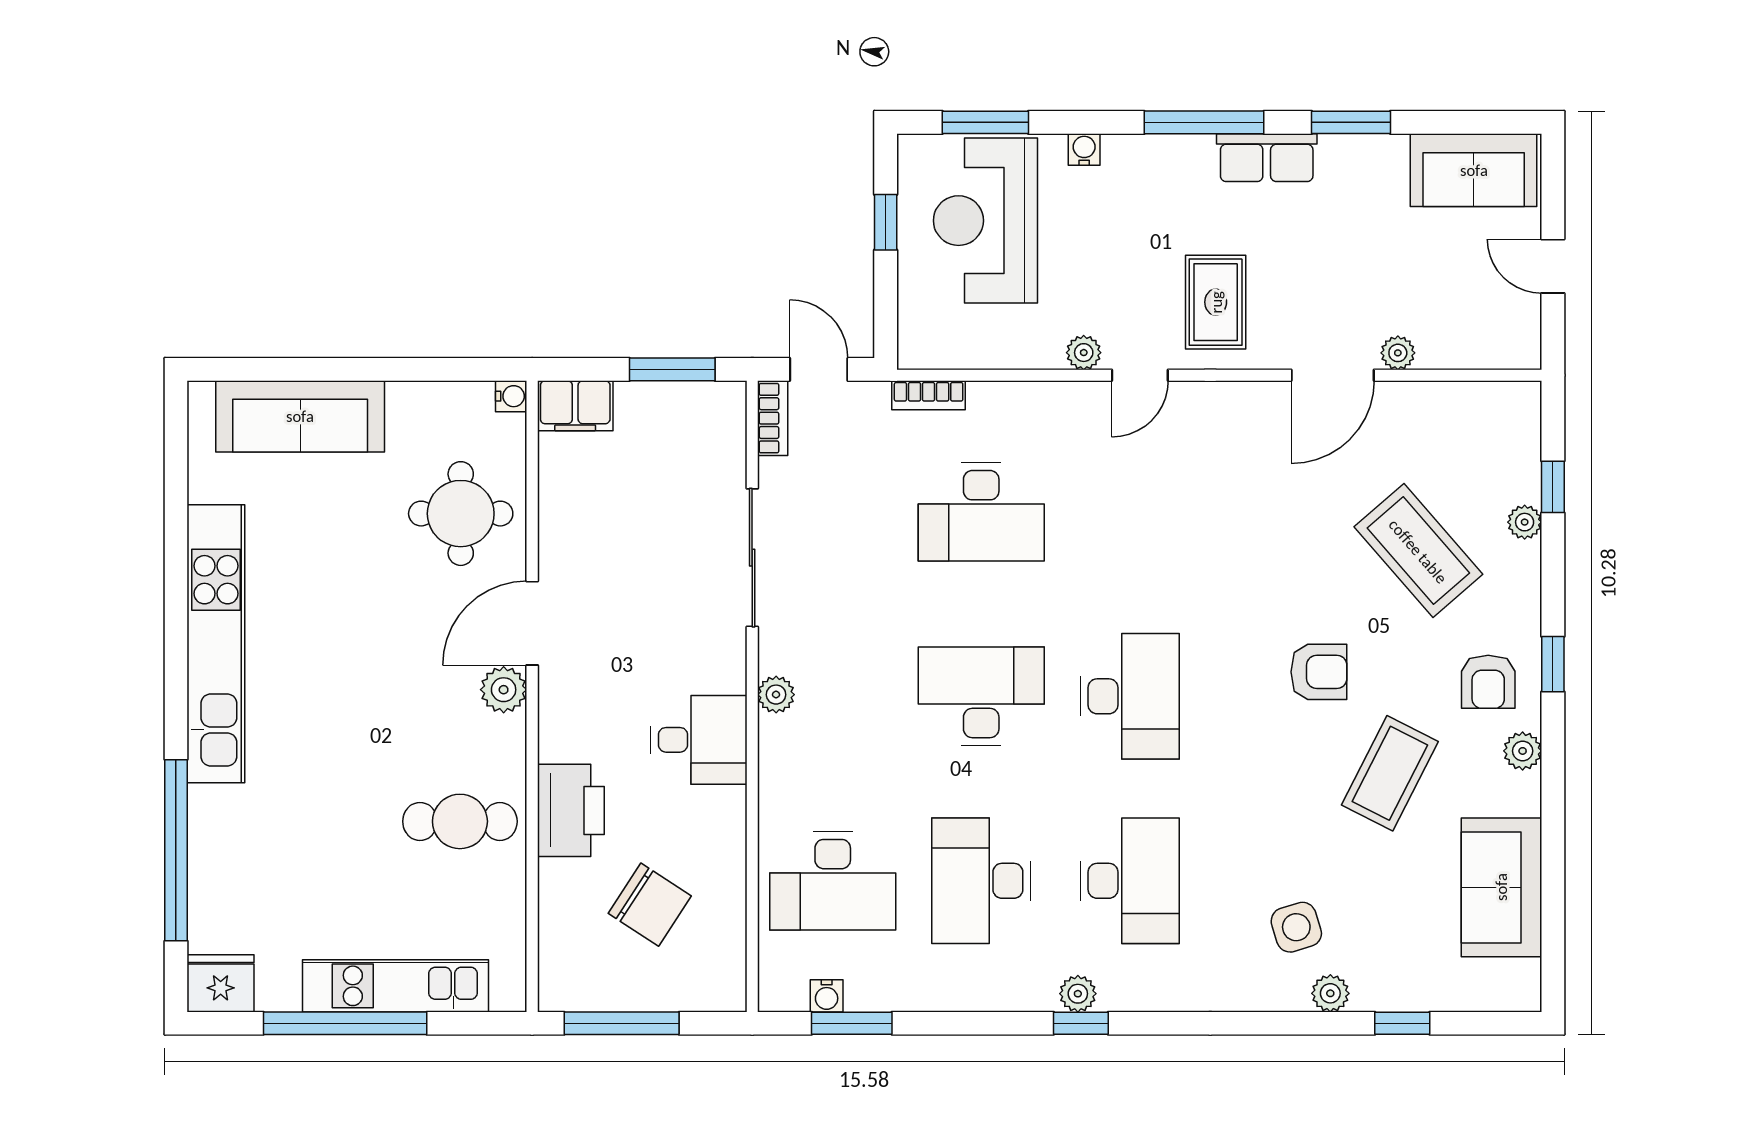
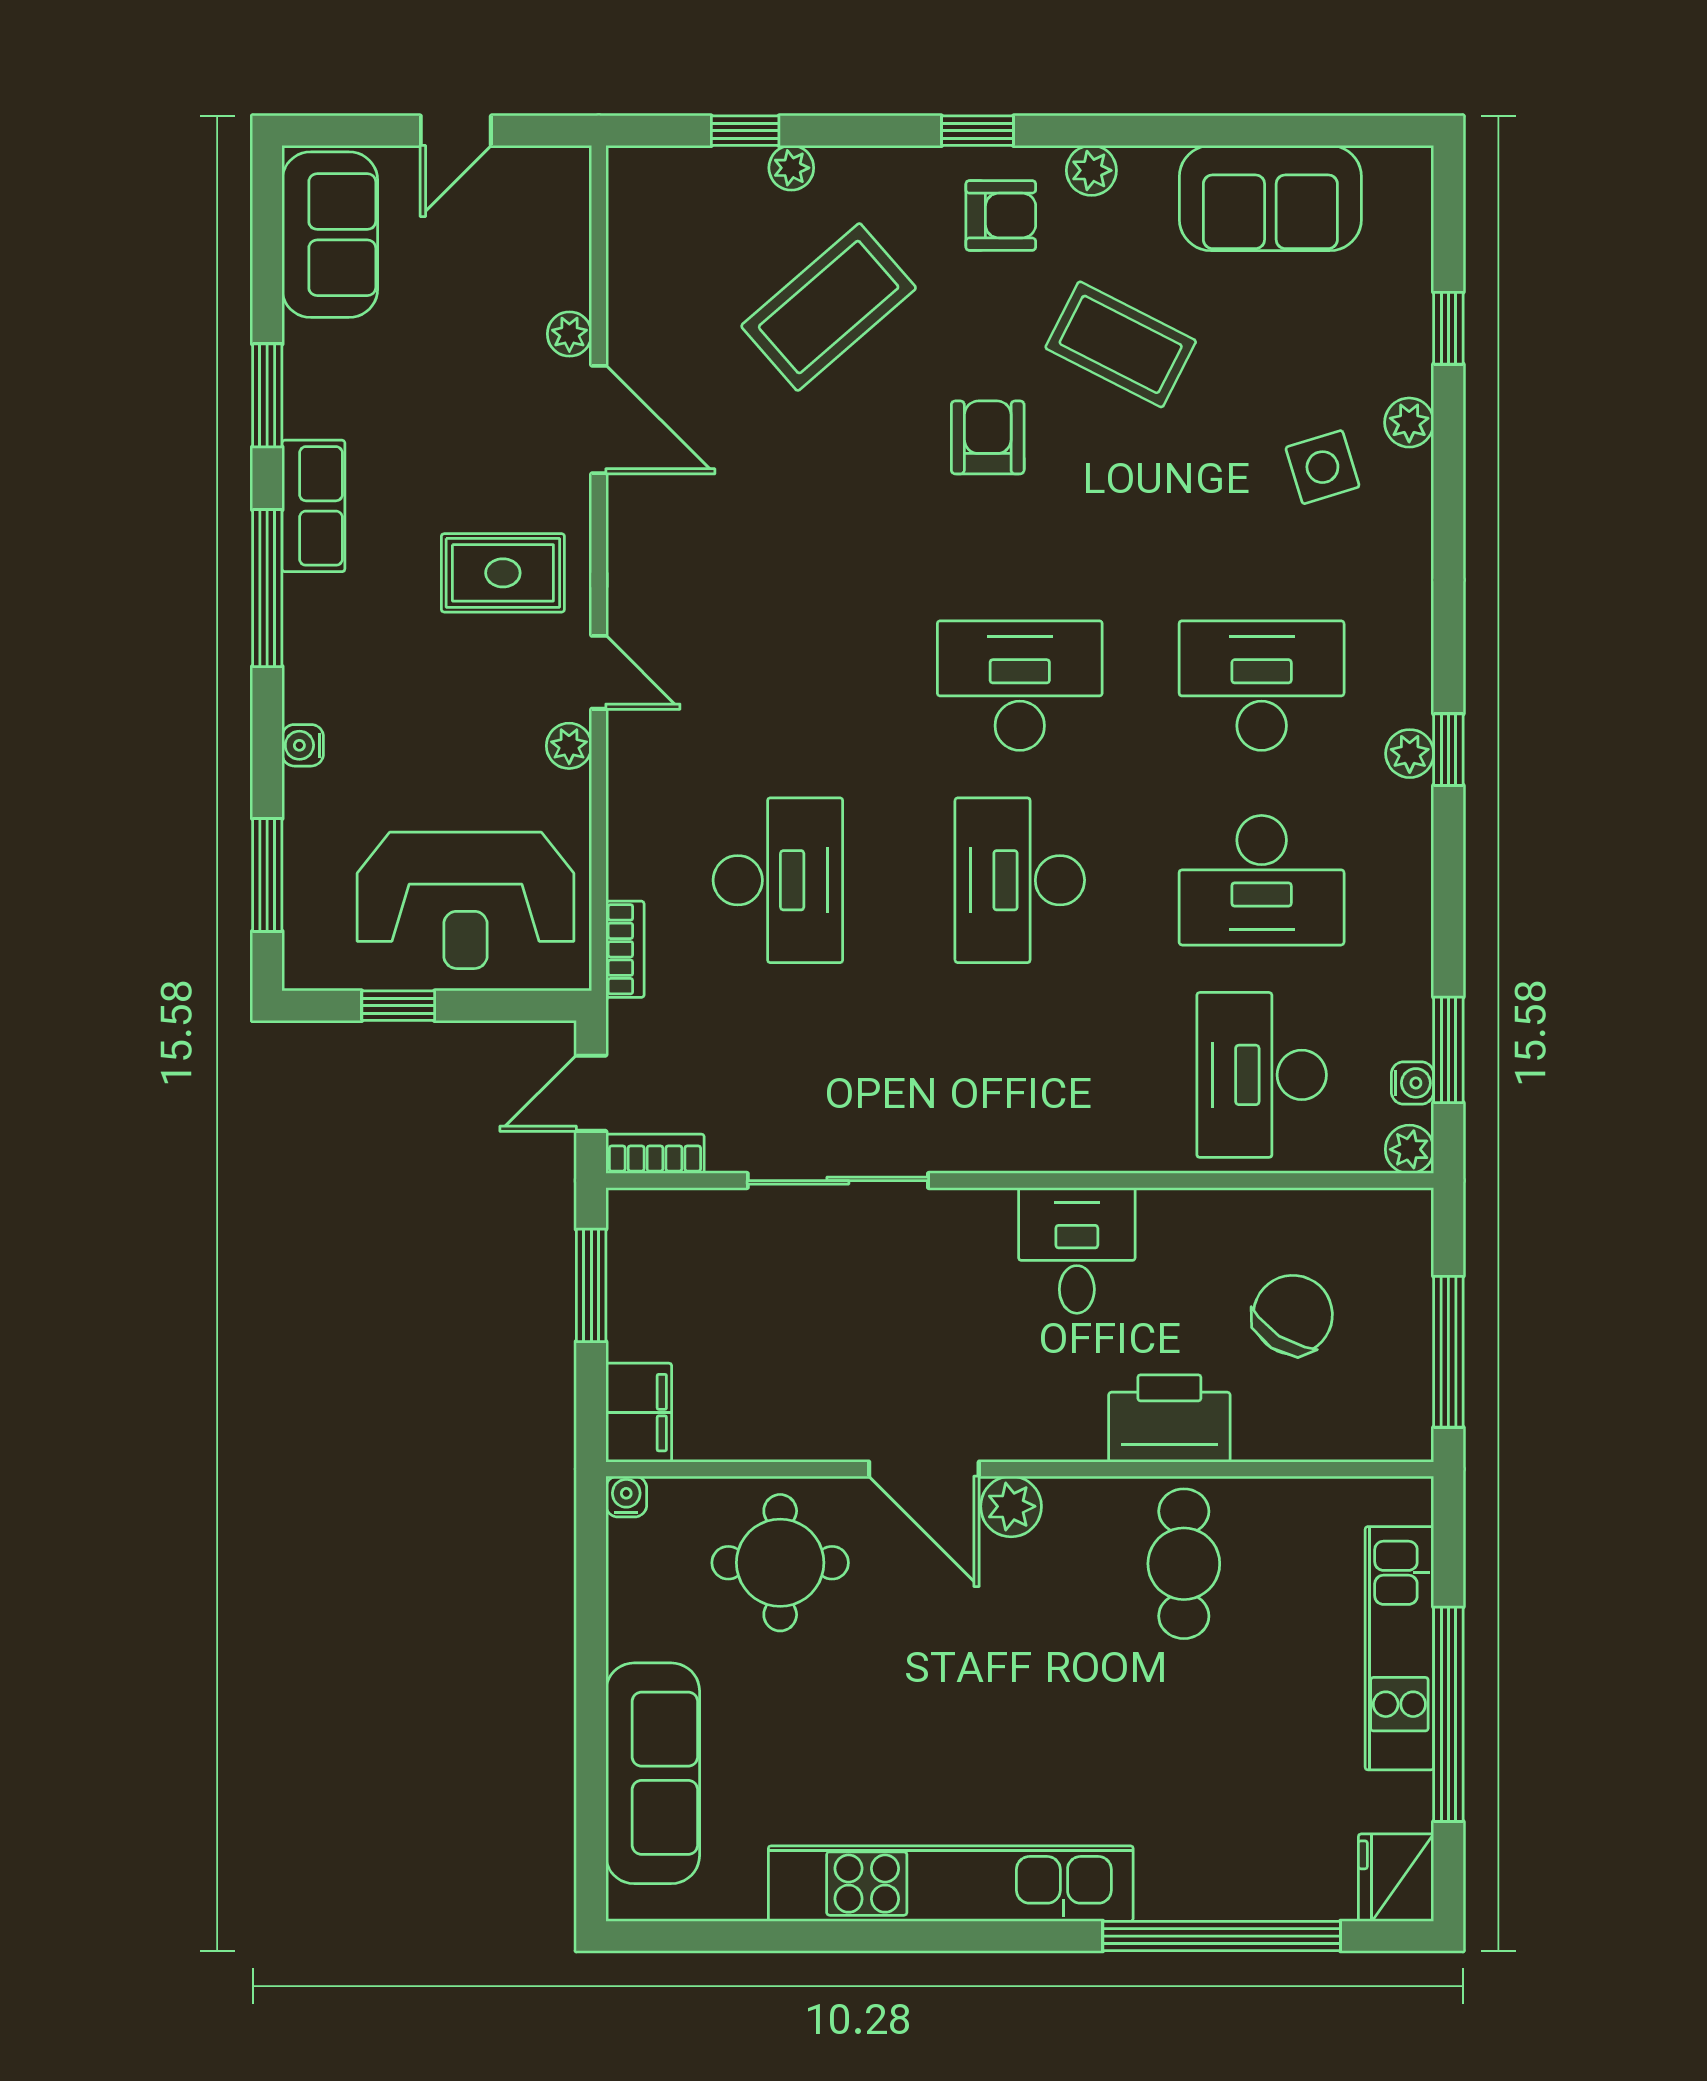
reception desk: (985, 221) -> (465, 900), moved
plant: (776, 695) -> (1409, 1149), moved
desk: (833, 881) -> (1262, 1075), turned 180

